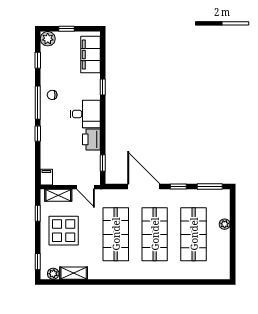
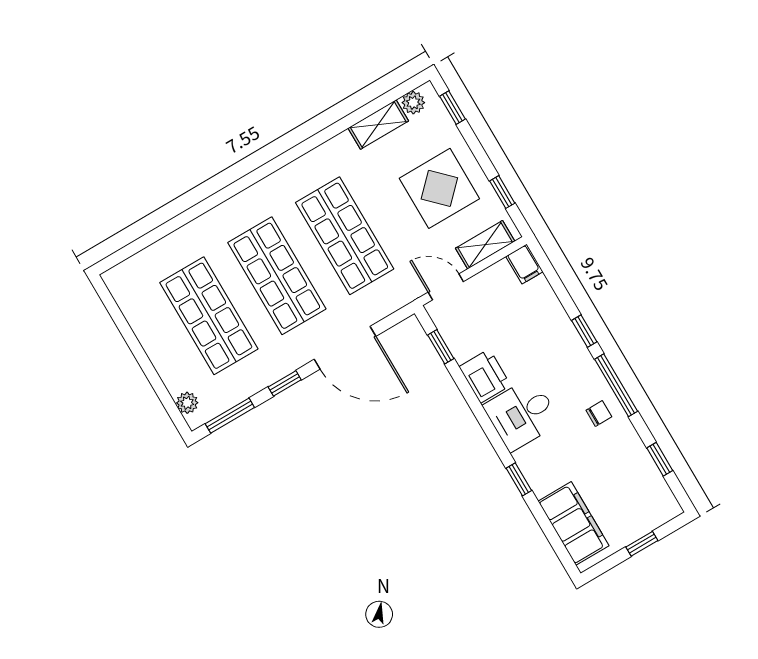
plant: (48, 39) -> (664, 507), removed
plant: (225, 224) -> (187, 403), moved

